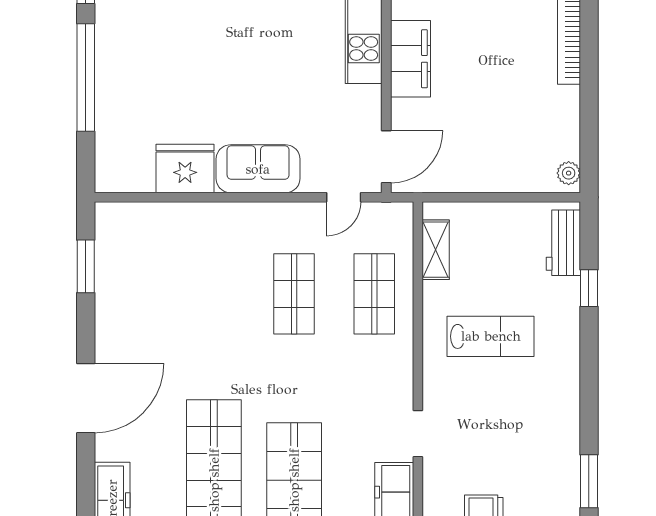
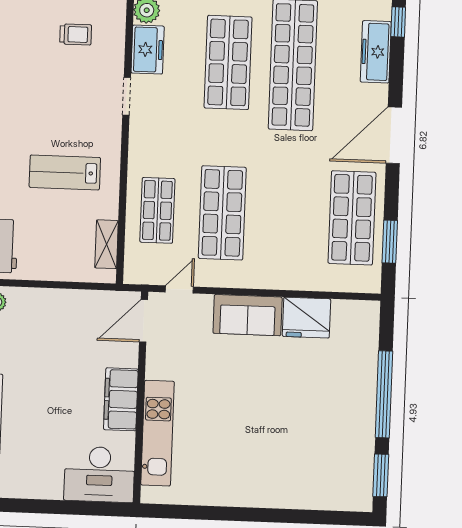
shop shelf: (134, 294) -> (352, 218), added
shop shelf: (294, 294) -> (222, 213), width x1.43, depth x1.36

